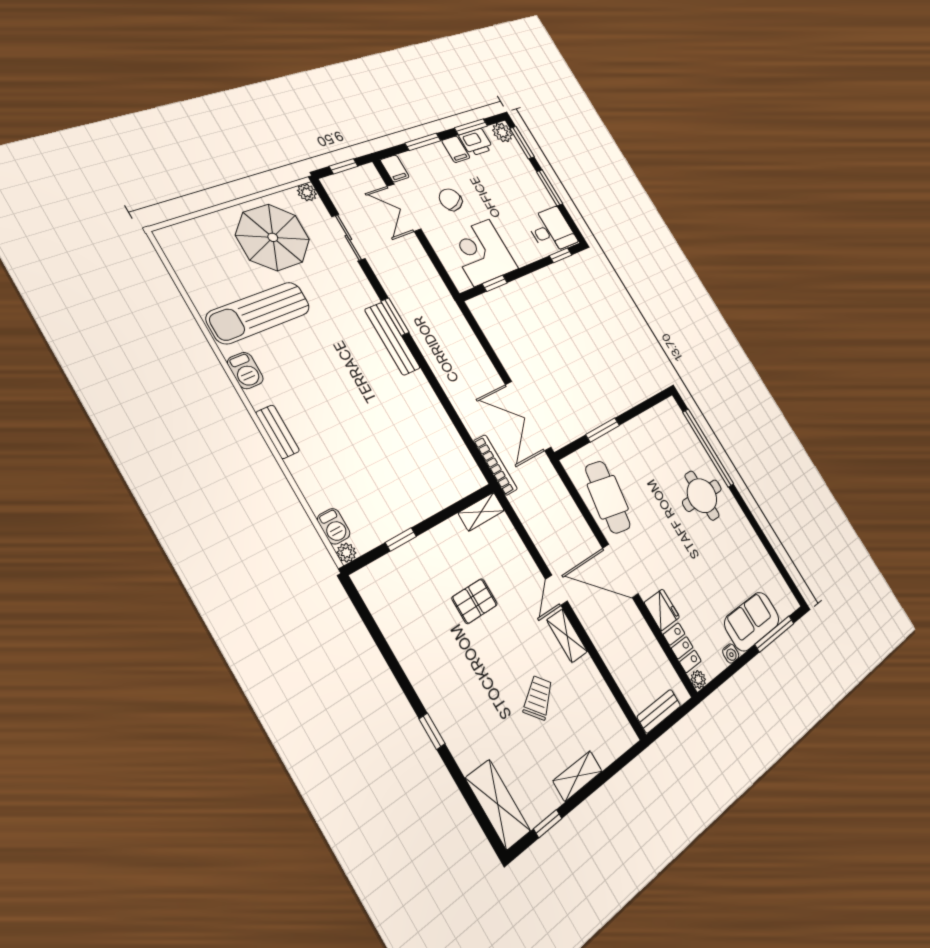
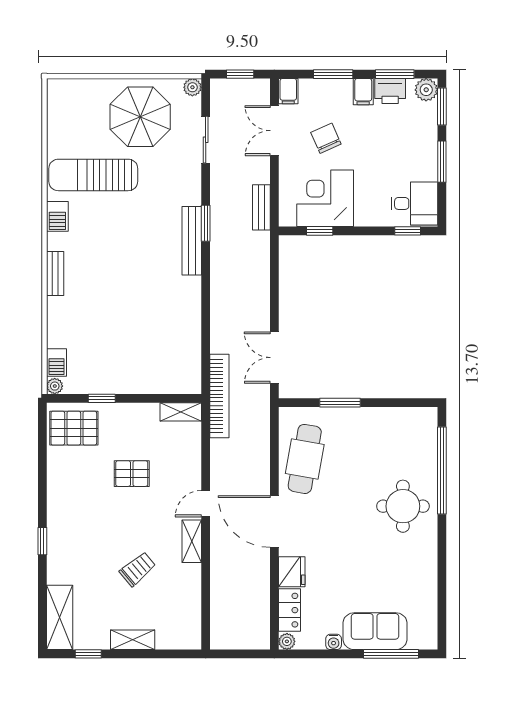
double door: (528, 416) -> (274, 358), width x0.73
bookcase: (495, 465) -> (219, 396), width x1.48, depth x1.31
pallet: (392, 587) -> (74, 428), added
bench: (659, 711) -> (261, 207), moved, turned 90

